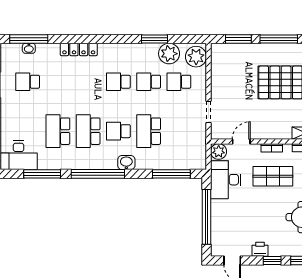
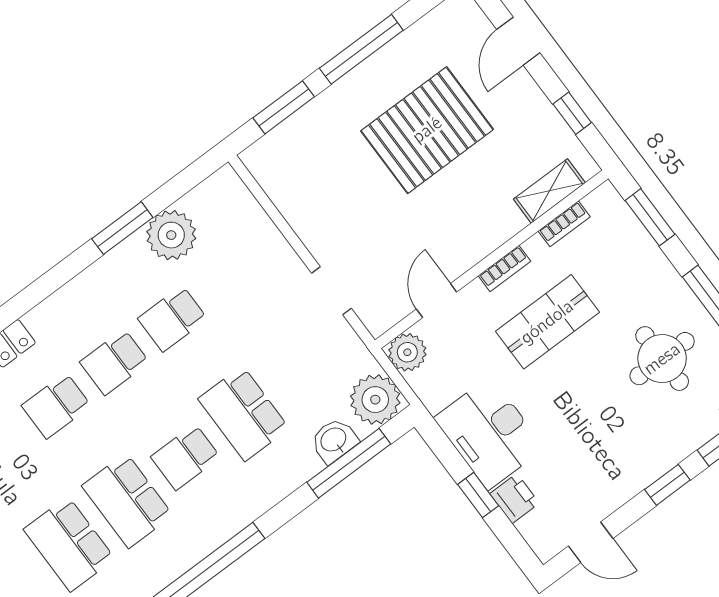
plant: (196, 57) -> (375, 400), moved
school desk: (179, 82) -> (56, 406), moved
washbasin: (126, 163) -> (334, 440), moved
desk: (226, 180) -> (489, 433), moved
window: (206, 217) -> (478, 495), width x0.32
printer: (260, 249) -> (514, 498), moved, turned 90

